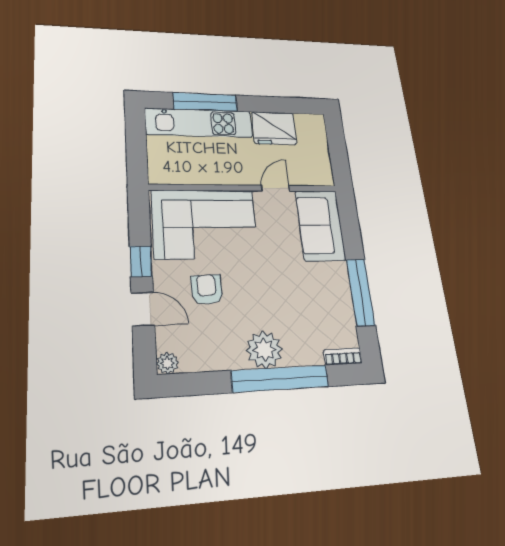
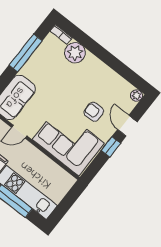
armchair: (207, 289) -> (94, 112), turned 92
plant: (264, 350) -> (75, 53), moved
window: (280, 379) -> (97, 50), removed

